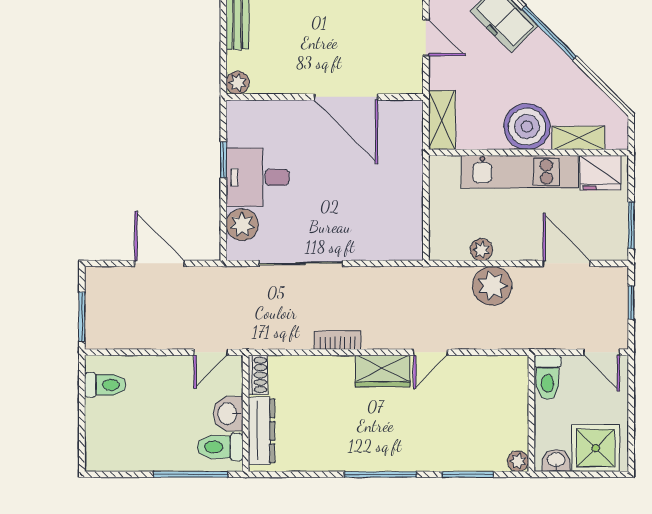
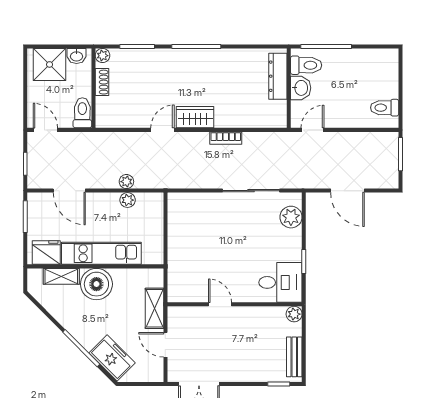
door: (346, 97) -> (220, 304), width x0.53
shelving: (442, 120) -> (154, 308), moved
desk: (258, 177) -> (280, 282), moved
plant: (492, 286) -> (126, 182), width x0.53, depth x0.53
shoe rack: (258, 375) -> (102, 82), moved, turned 180

